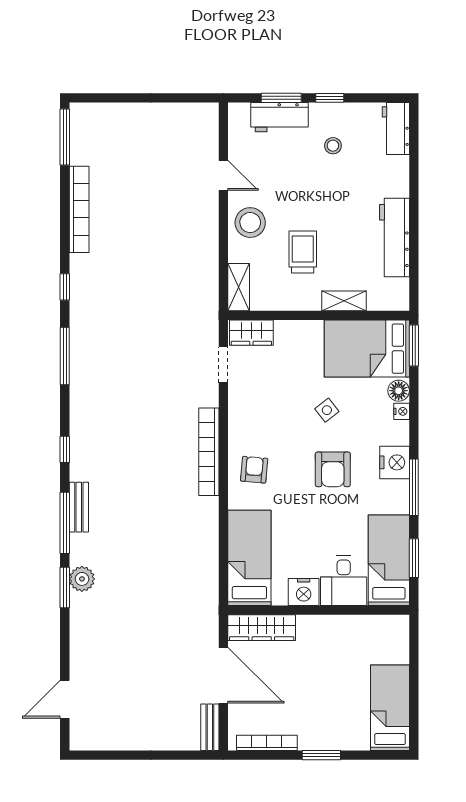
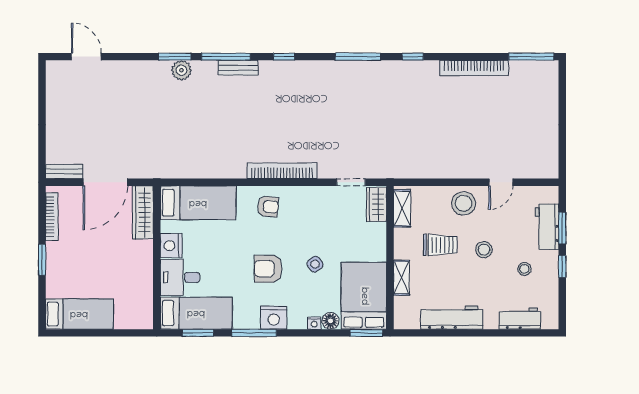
workbench: (396, 128) -> (520, 319), moved
stool: (309, 197) -> (484, 250), added
shelving: (239, 287) -> (402, 208), moved, turned 90

